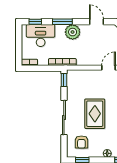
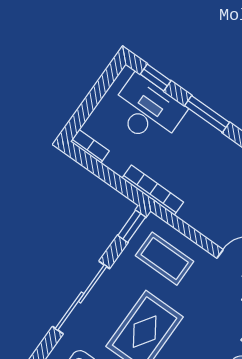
plant: (73, 32) -> (212, 147), removed
coffee table: (84, 83) -> (165, 259), added

